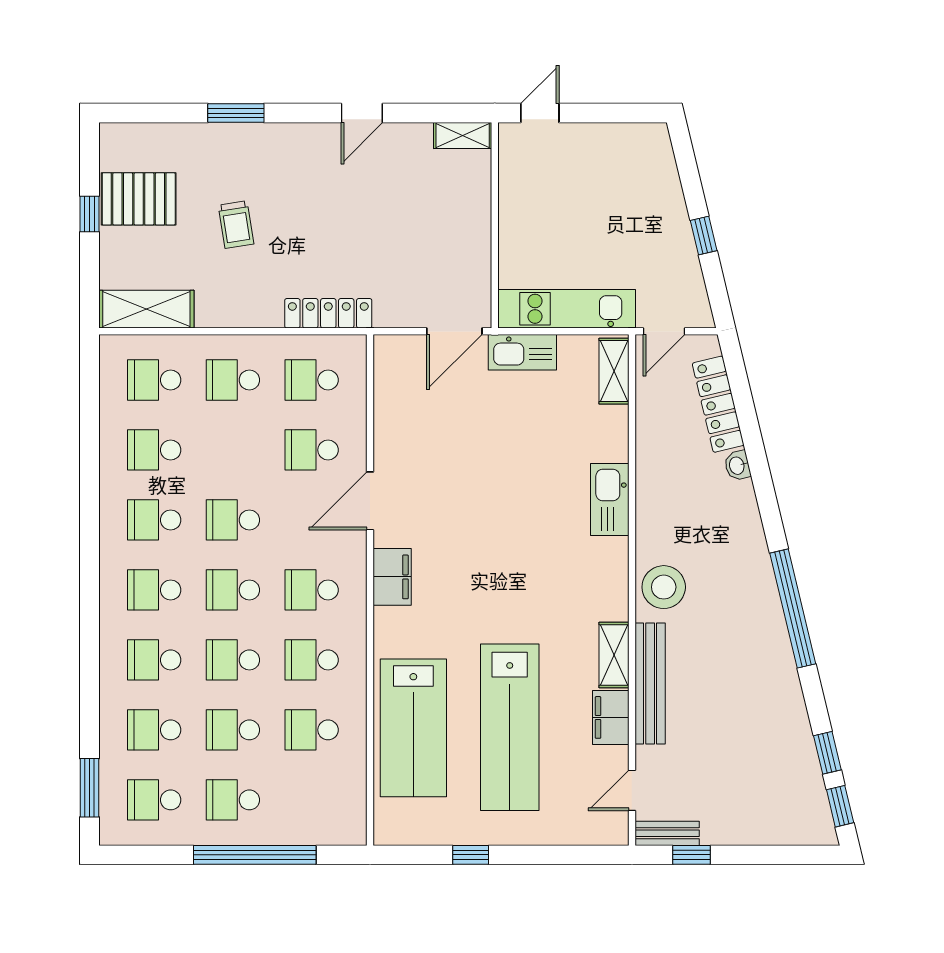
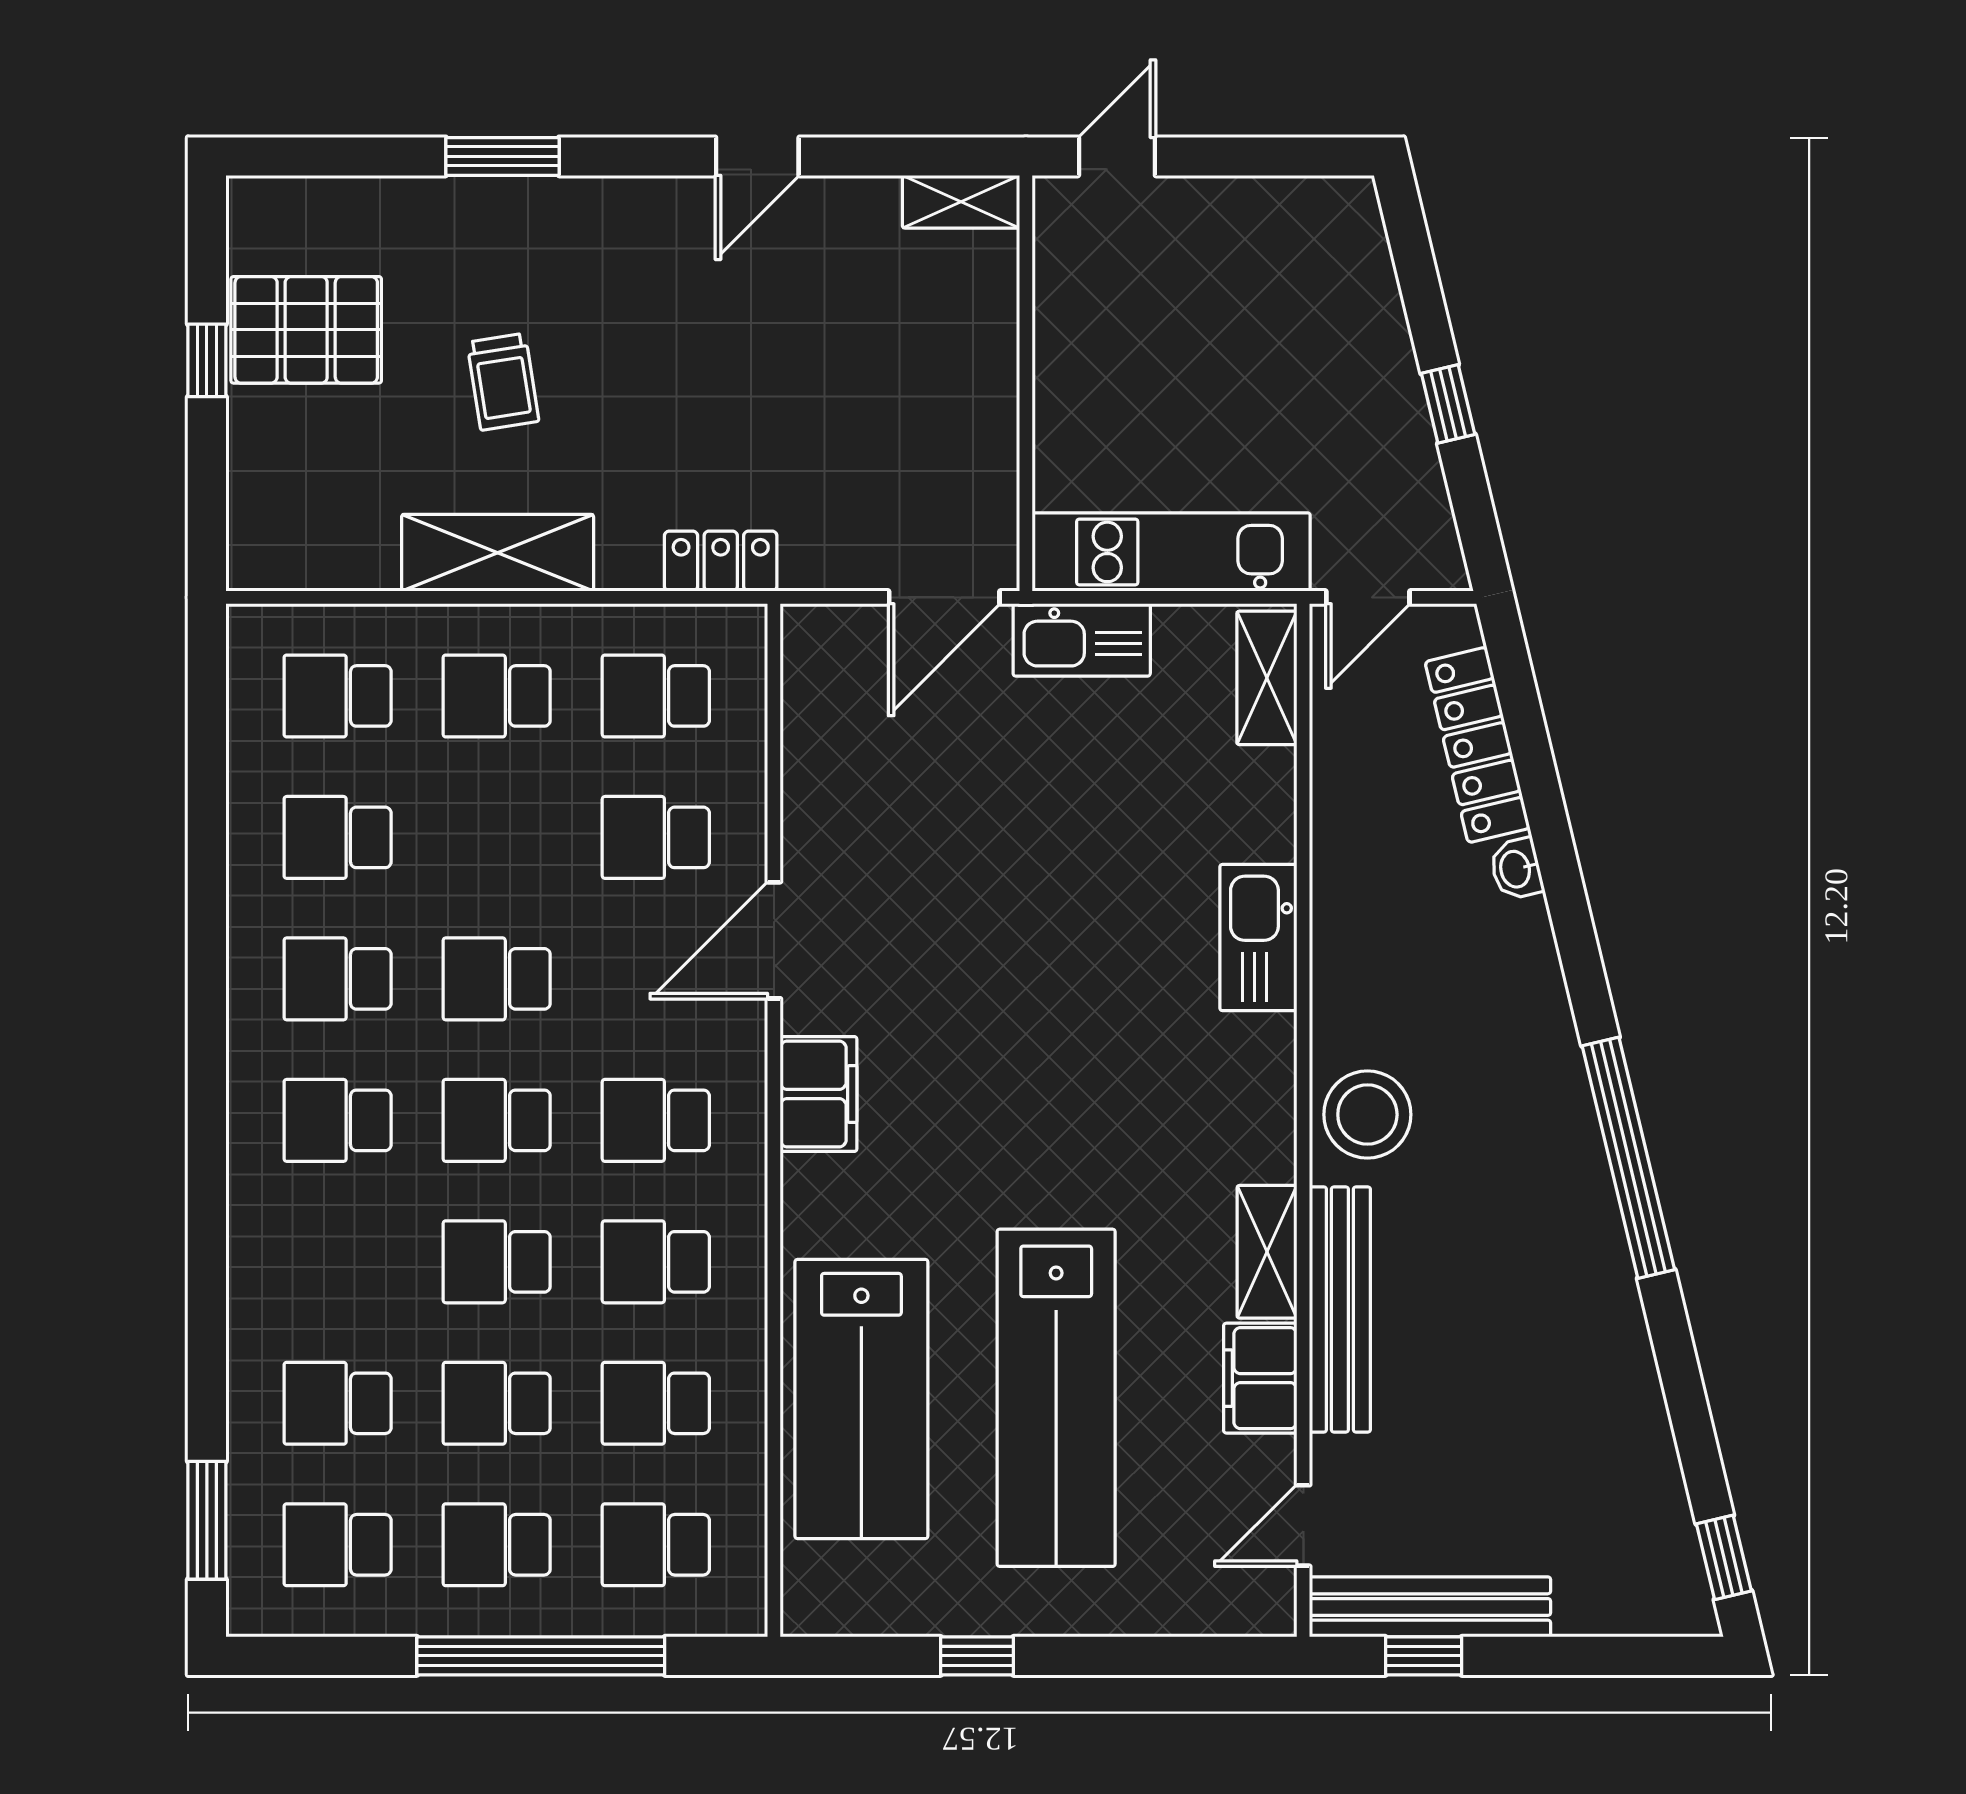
shelving: (146, 309) -> (498, 553), moved
locker: (328, 313) -> (721, 561), width x0.66
school desk: (154, 660) -> (656, 1545), moved
window: (827, 753) -> (1698, 1449), removed
bench: (667, 833) -> (1430, 1607), width x1.86, depth x1.21

